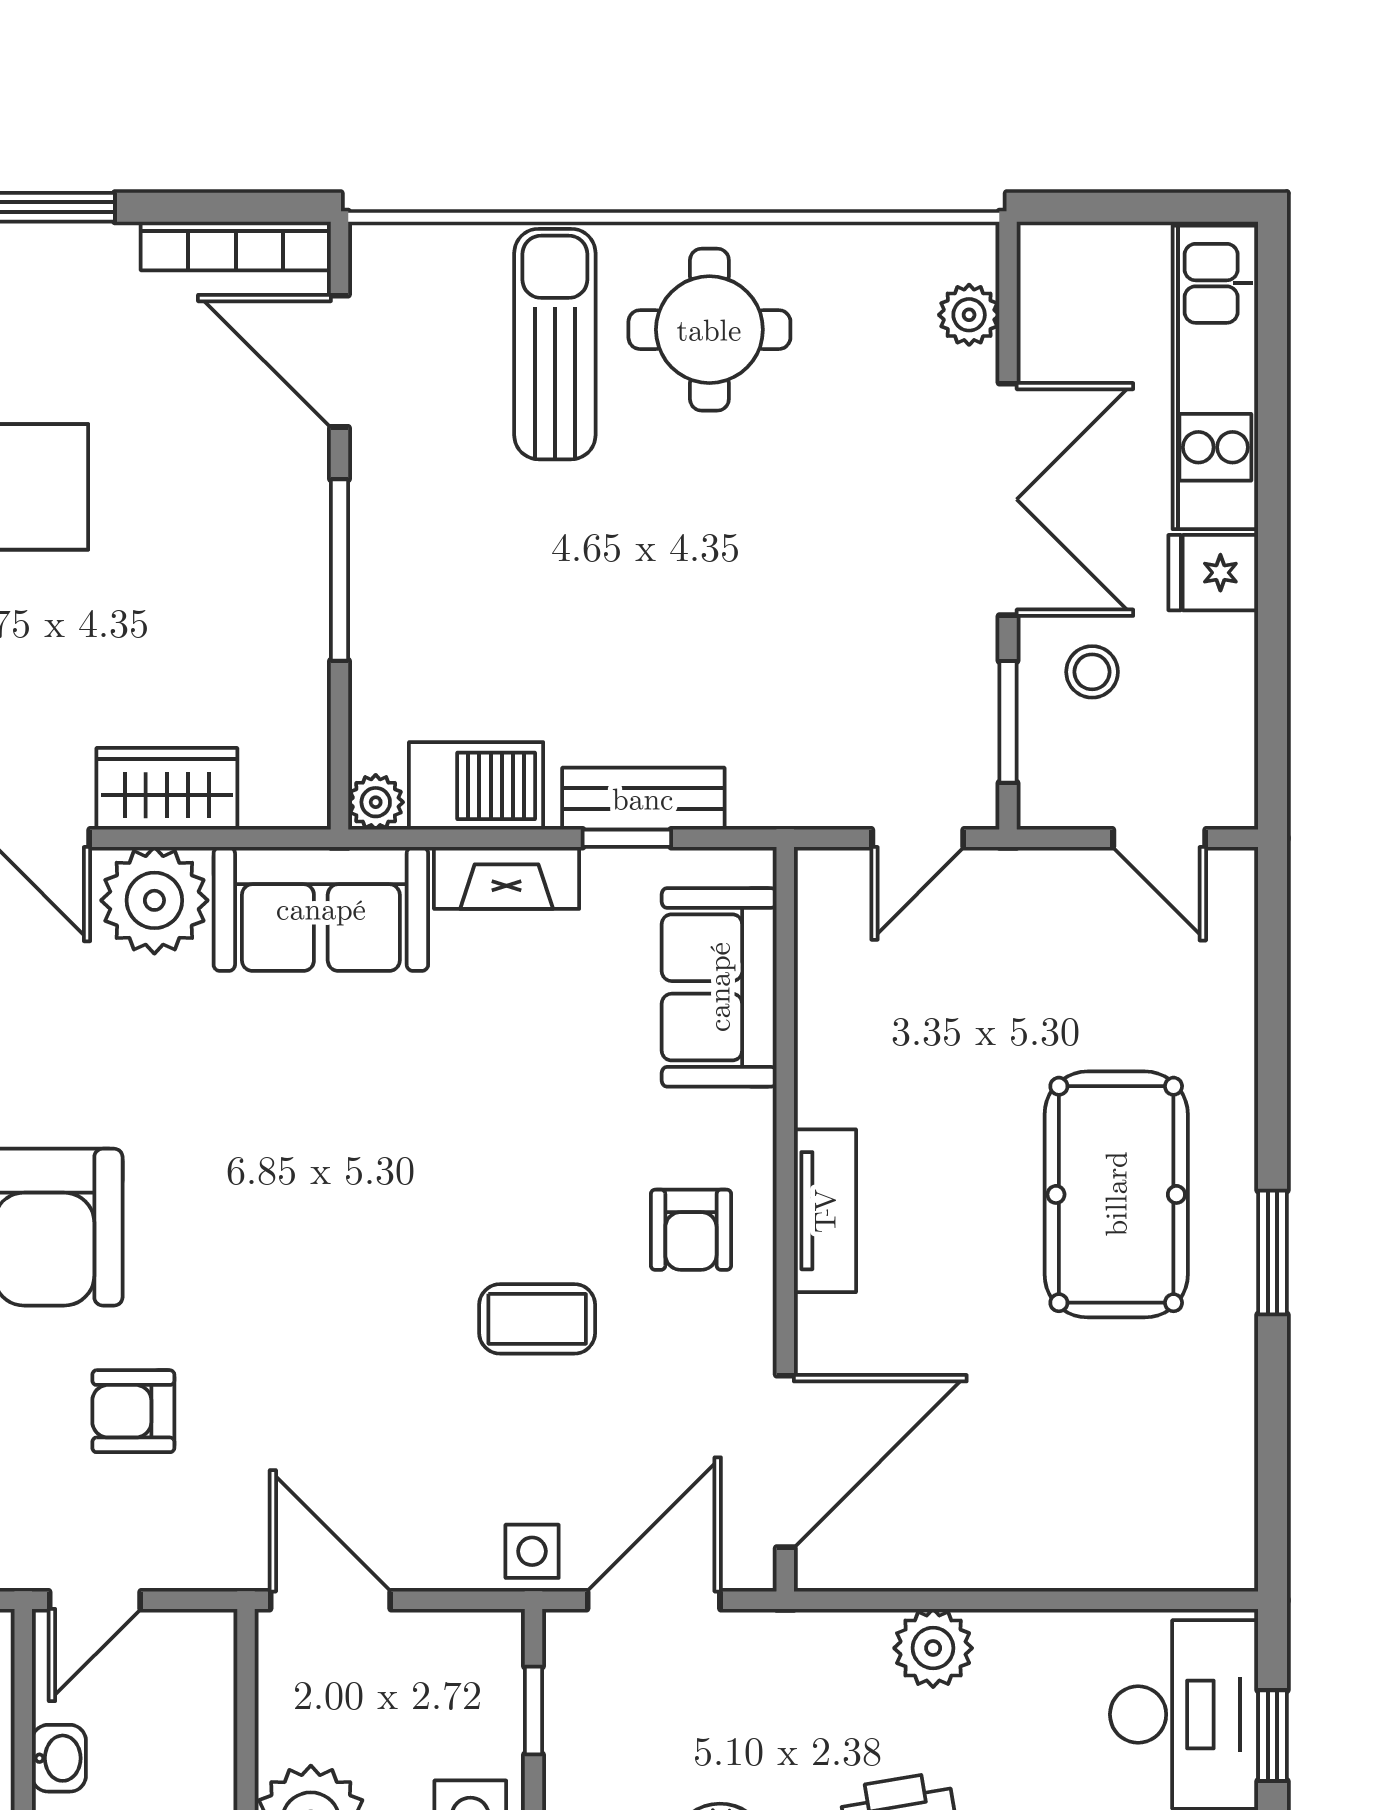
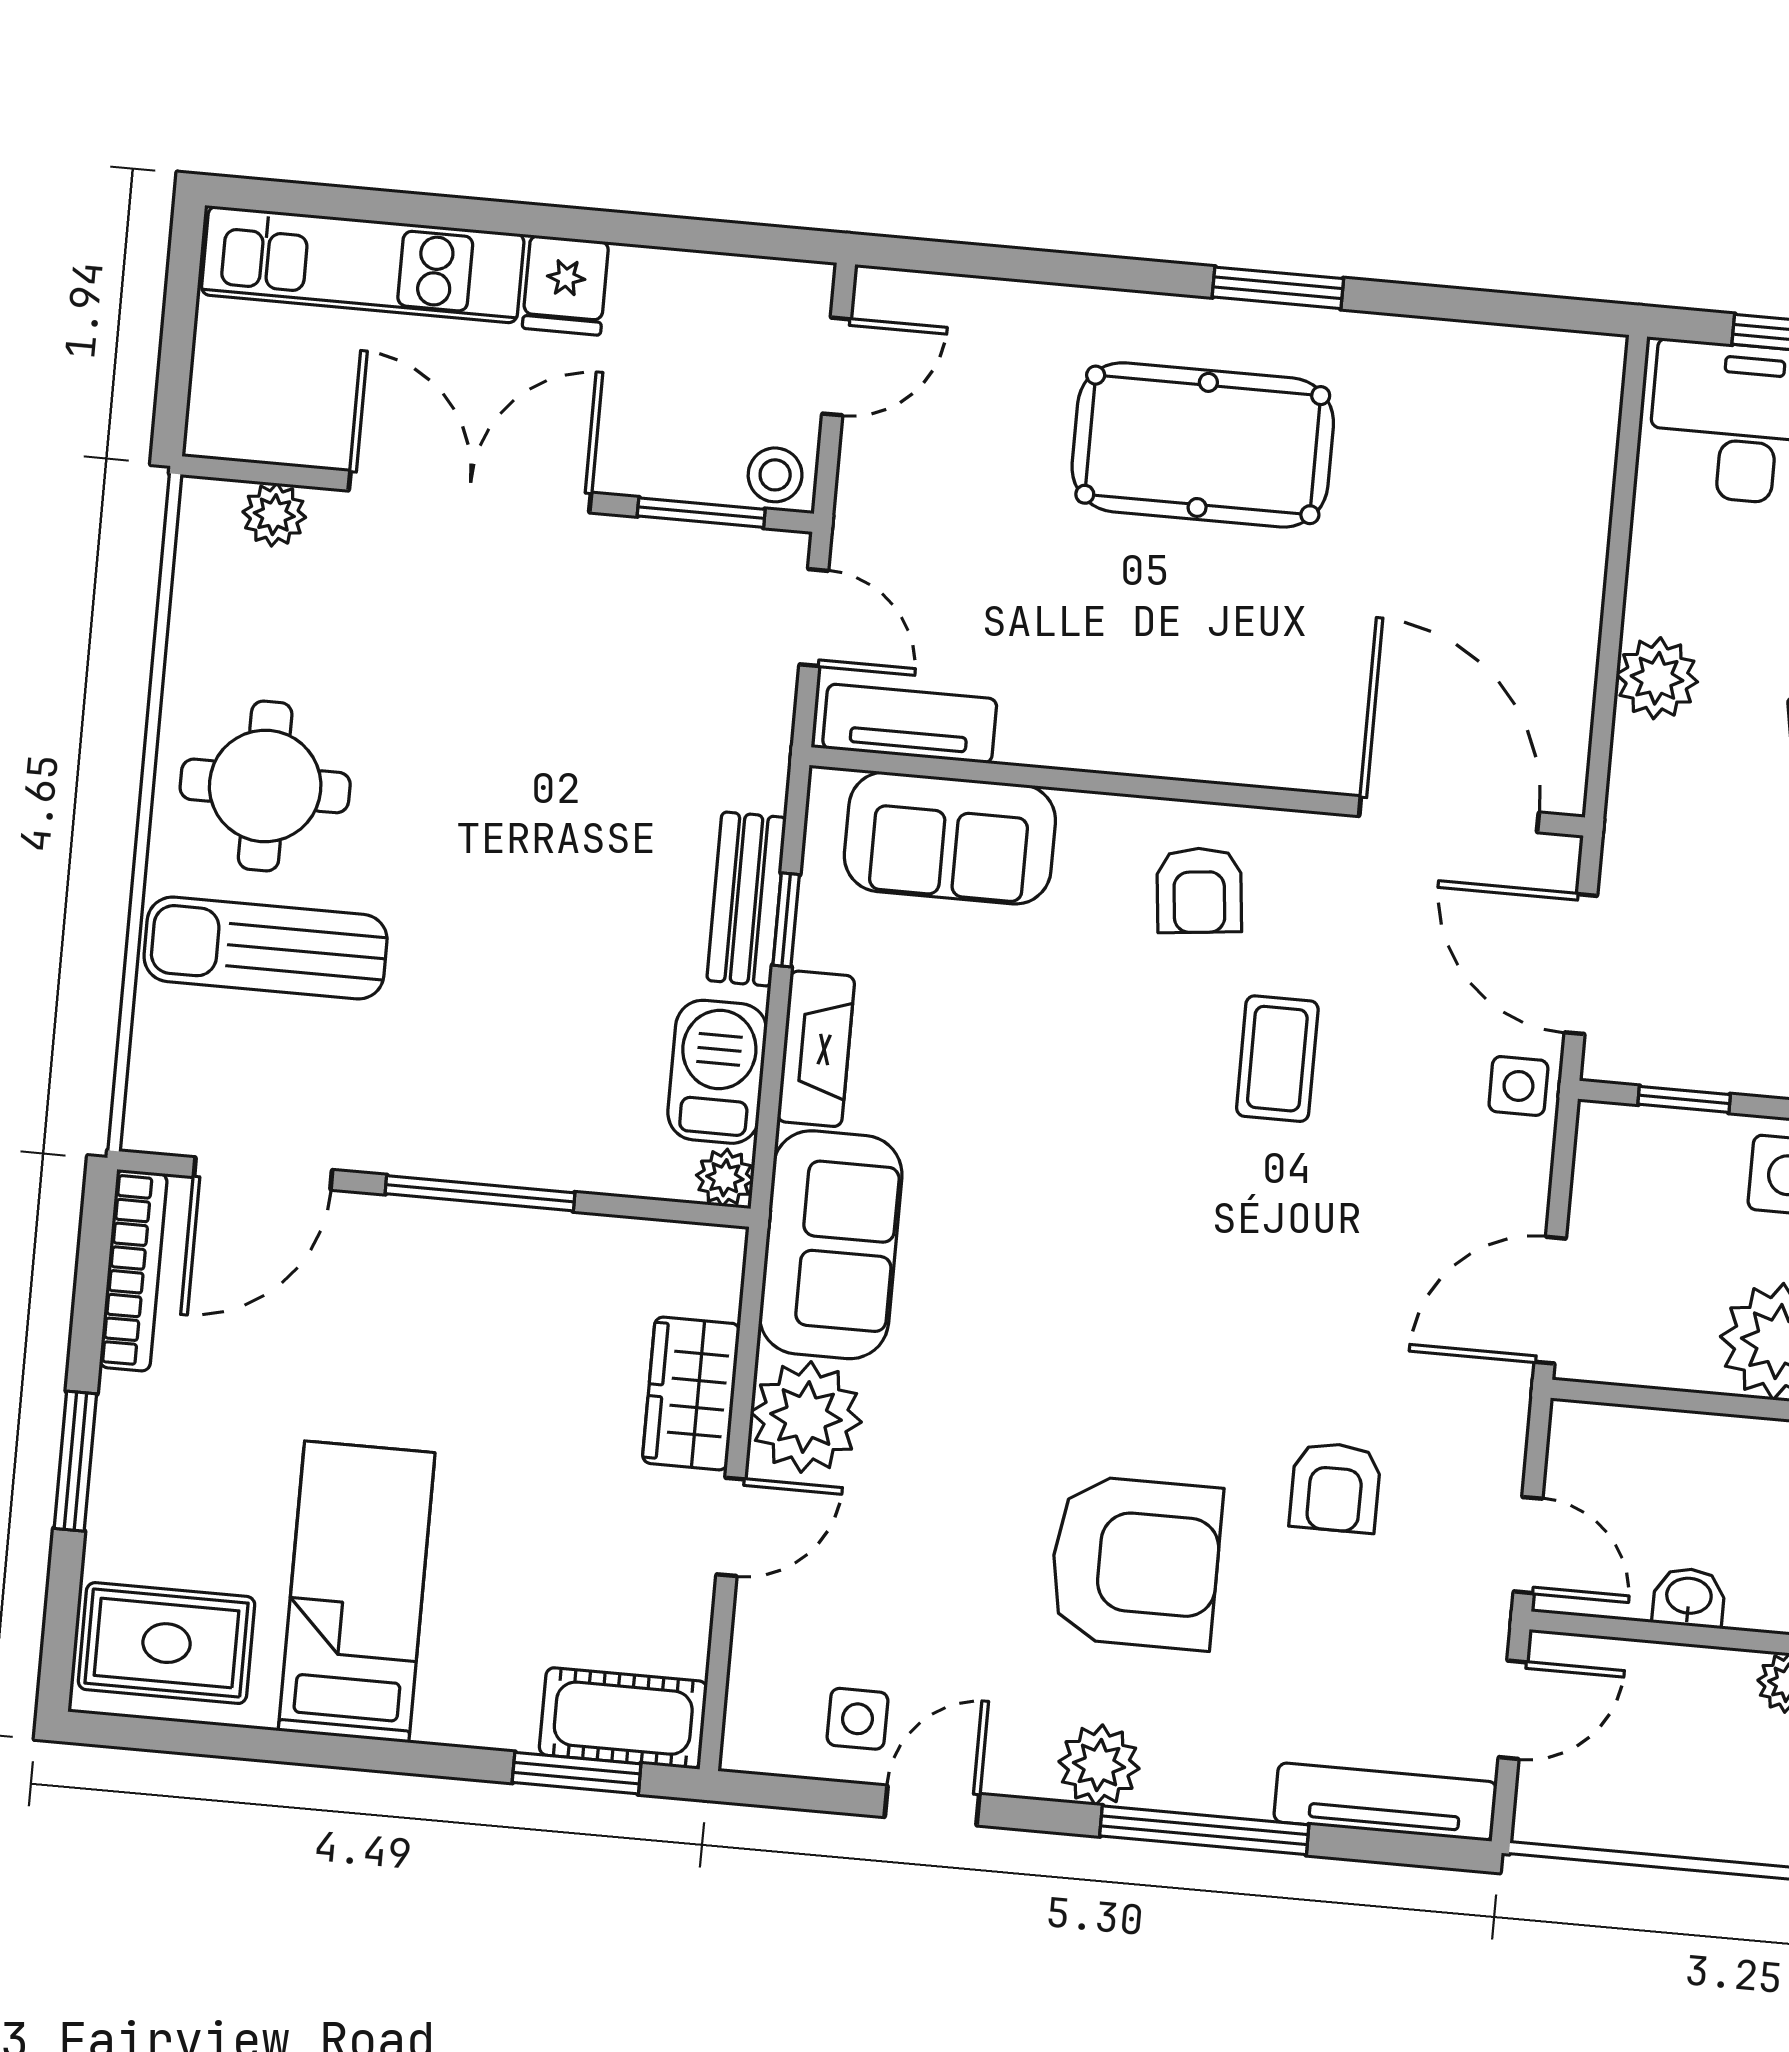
stool: (1092, 672) -> (775, 475), moved
tv unit: (825, 1211) -> (910, 724), moved
armchair: (691, 1230) -> (1199, 890), turned 84

